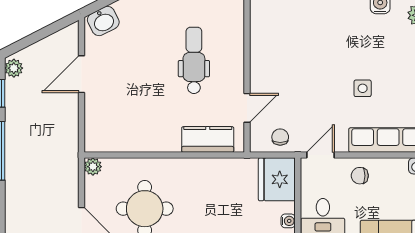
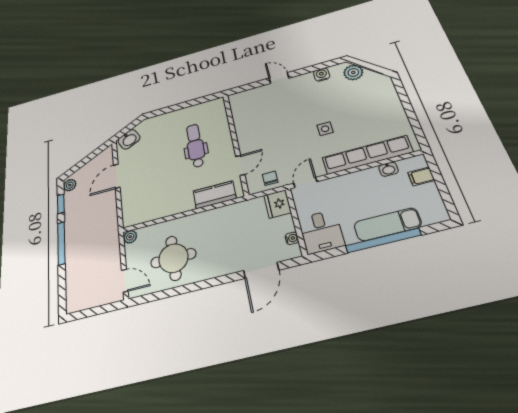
chair: (360, 176) -> (342, 189), removed
fridge: (277, 179) -> (278, 204), width x0.73, depth x0.75

